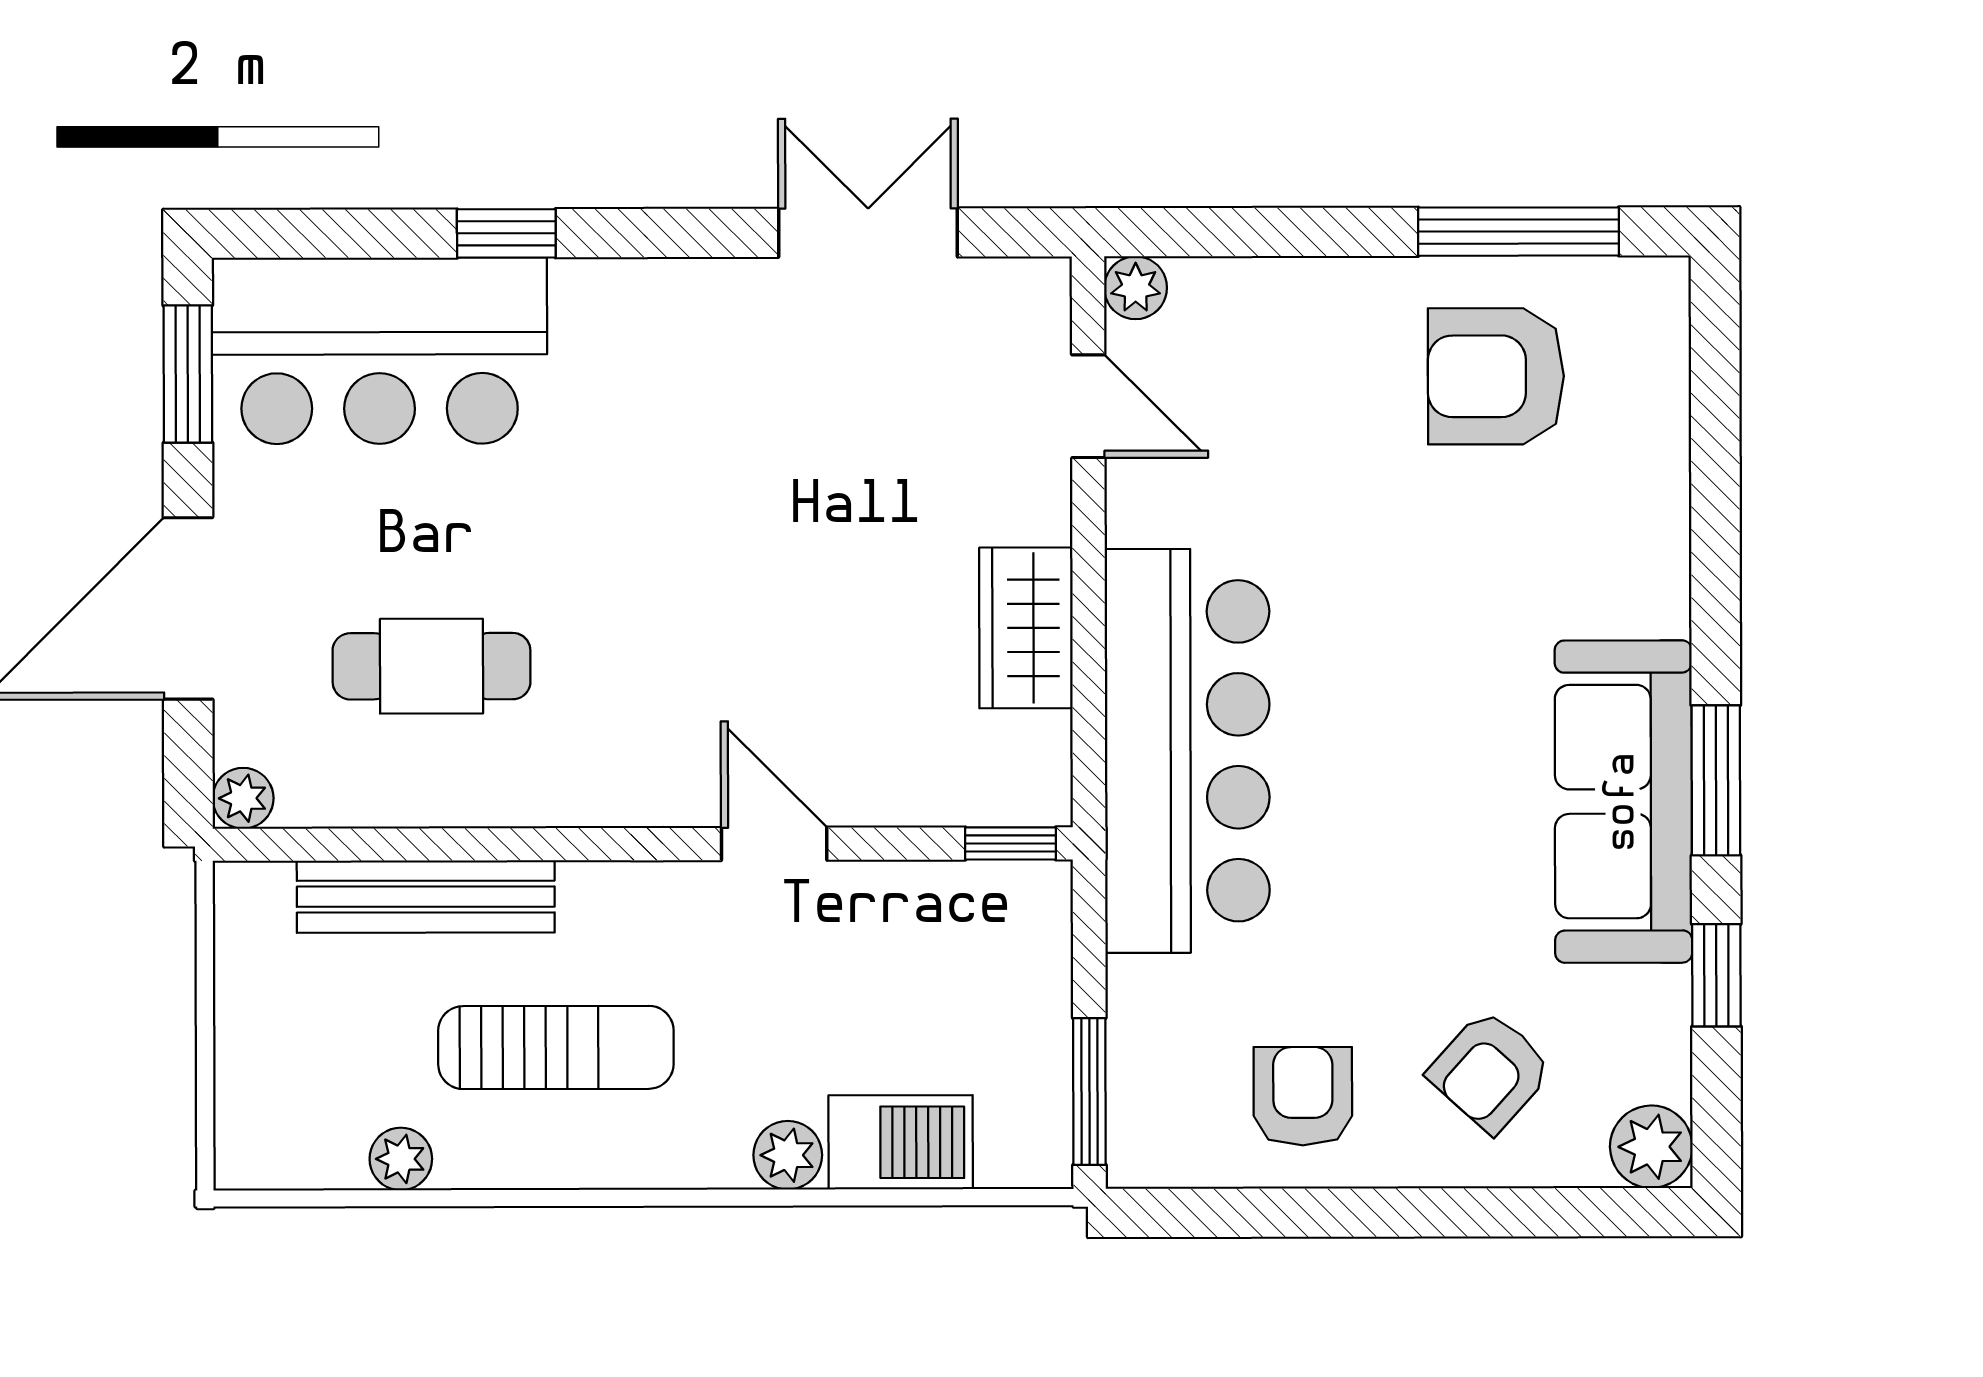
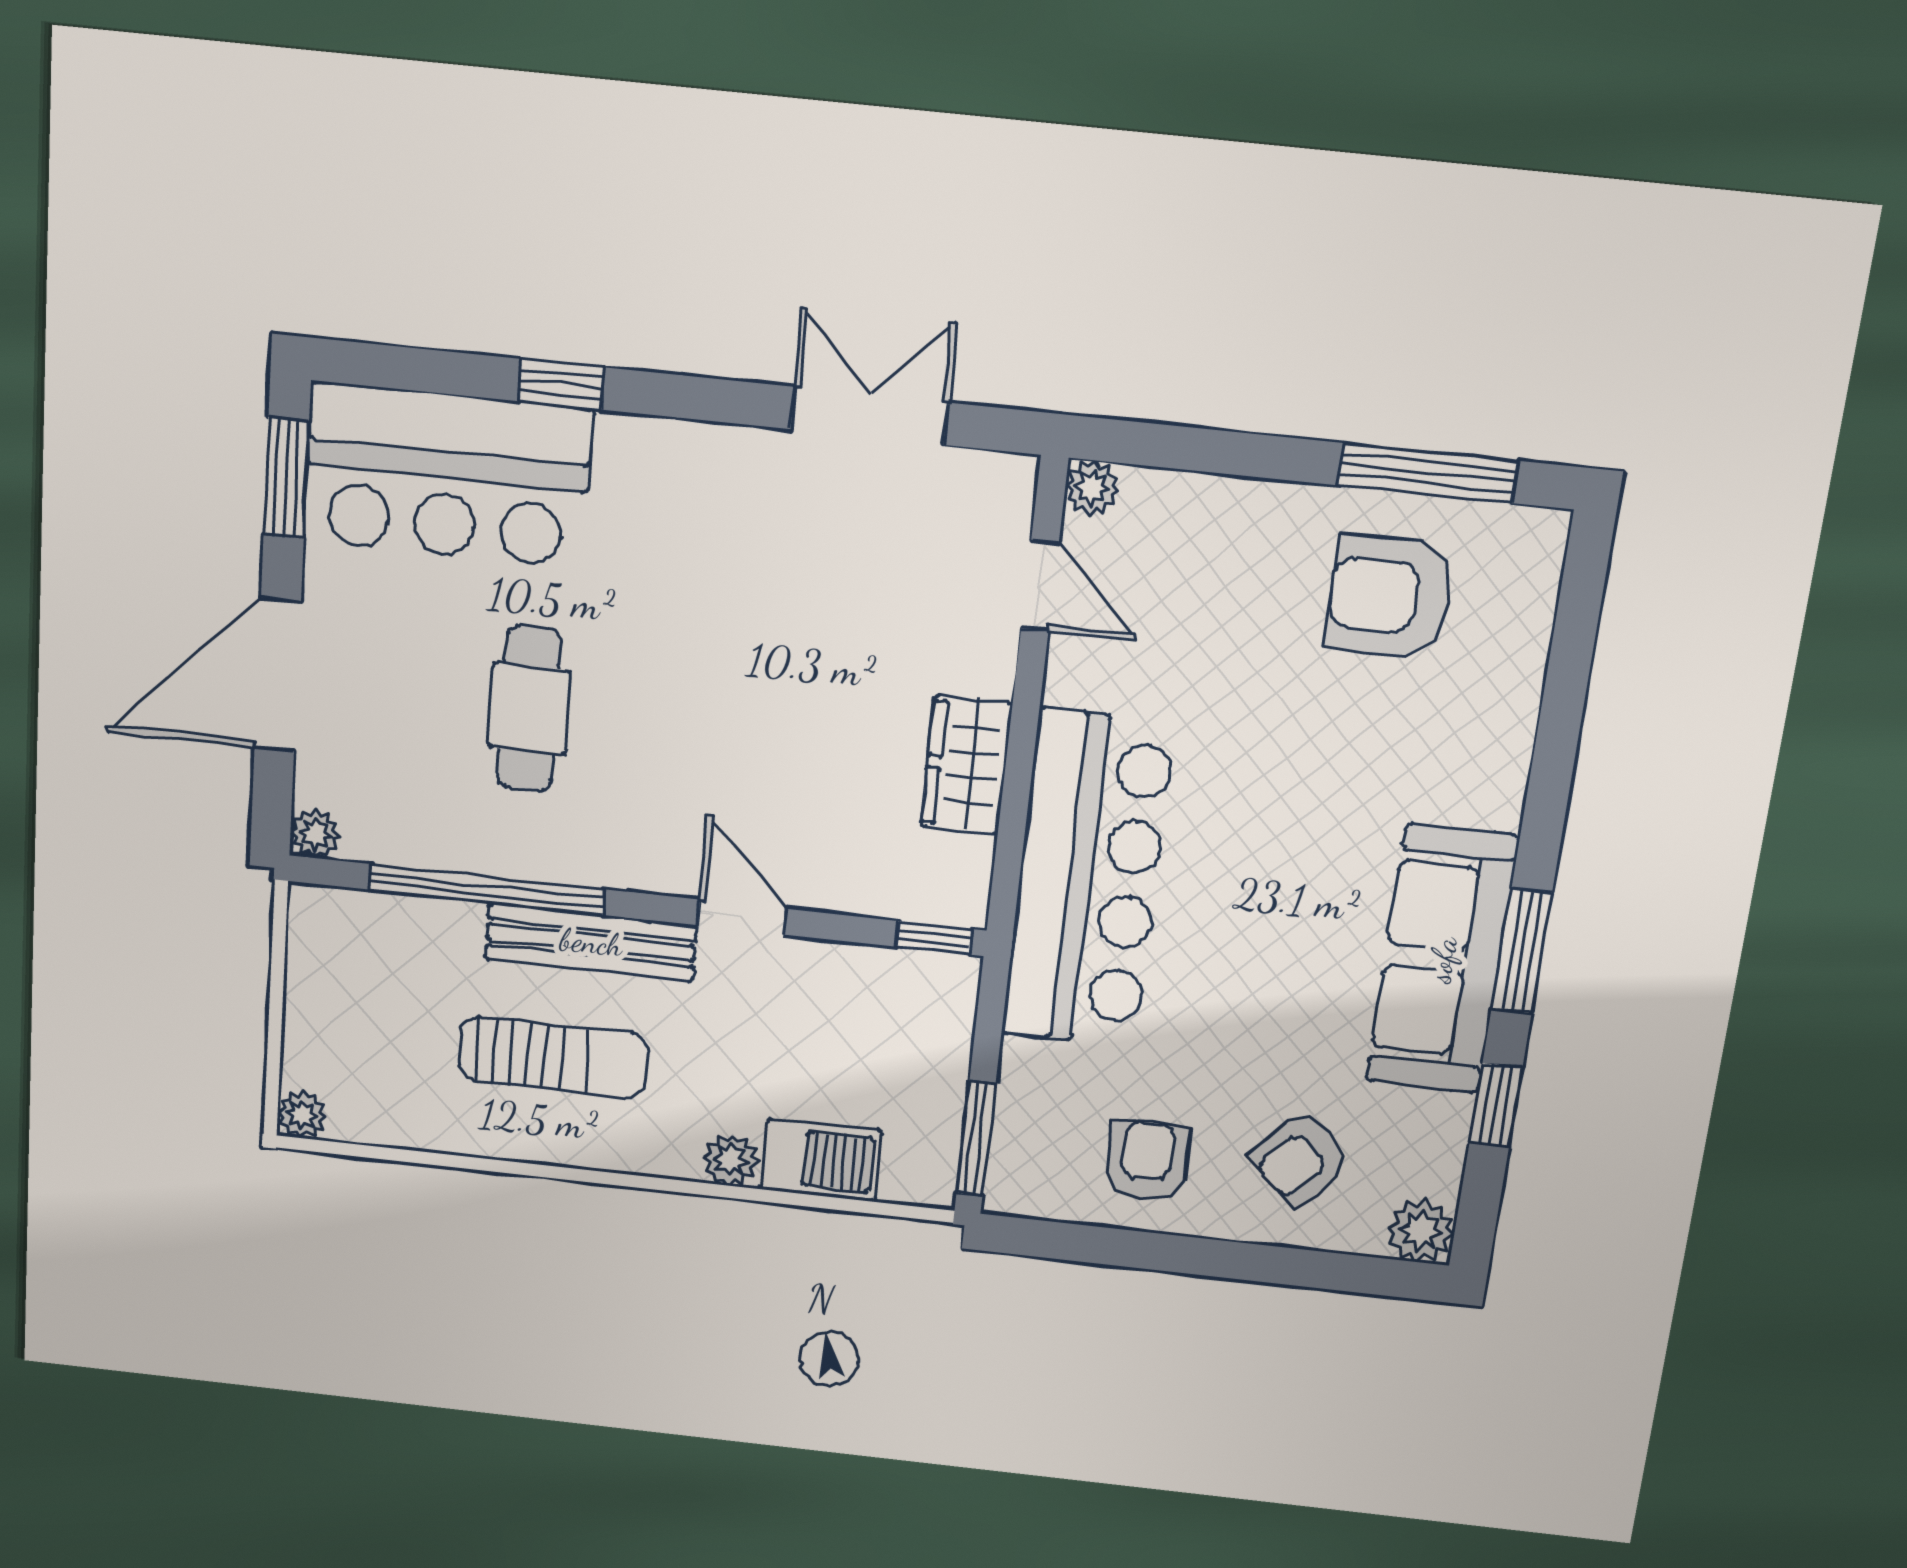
cafe table: (431, 666) -> (529, 709), moved, turned 90
window: (459, 844) -> (487, 890), added
bench: (426, 897) -> (591, 942), moved
plant: (401, 1159) -> (302, 1115), moved

